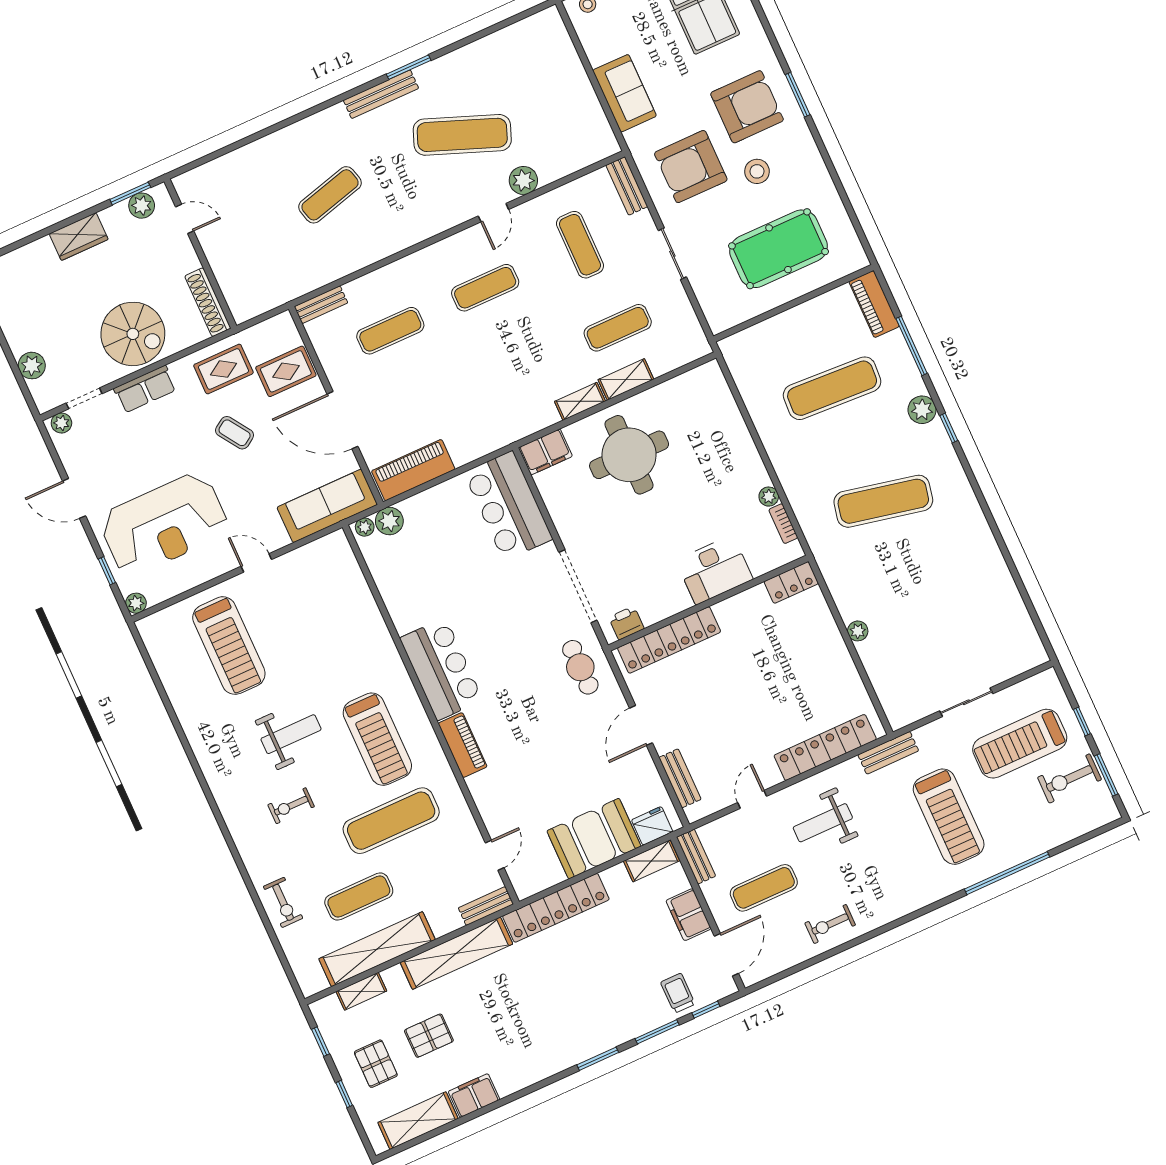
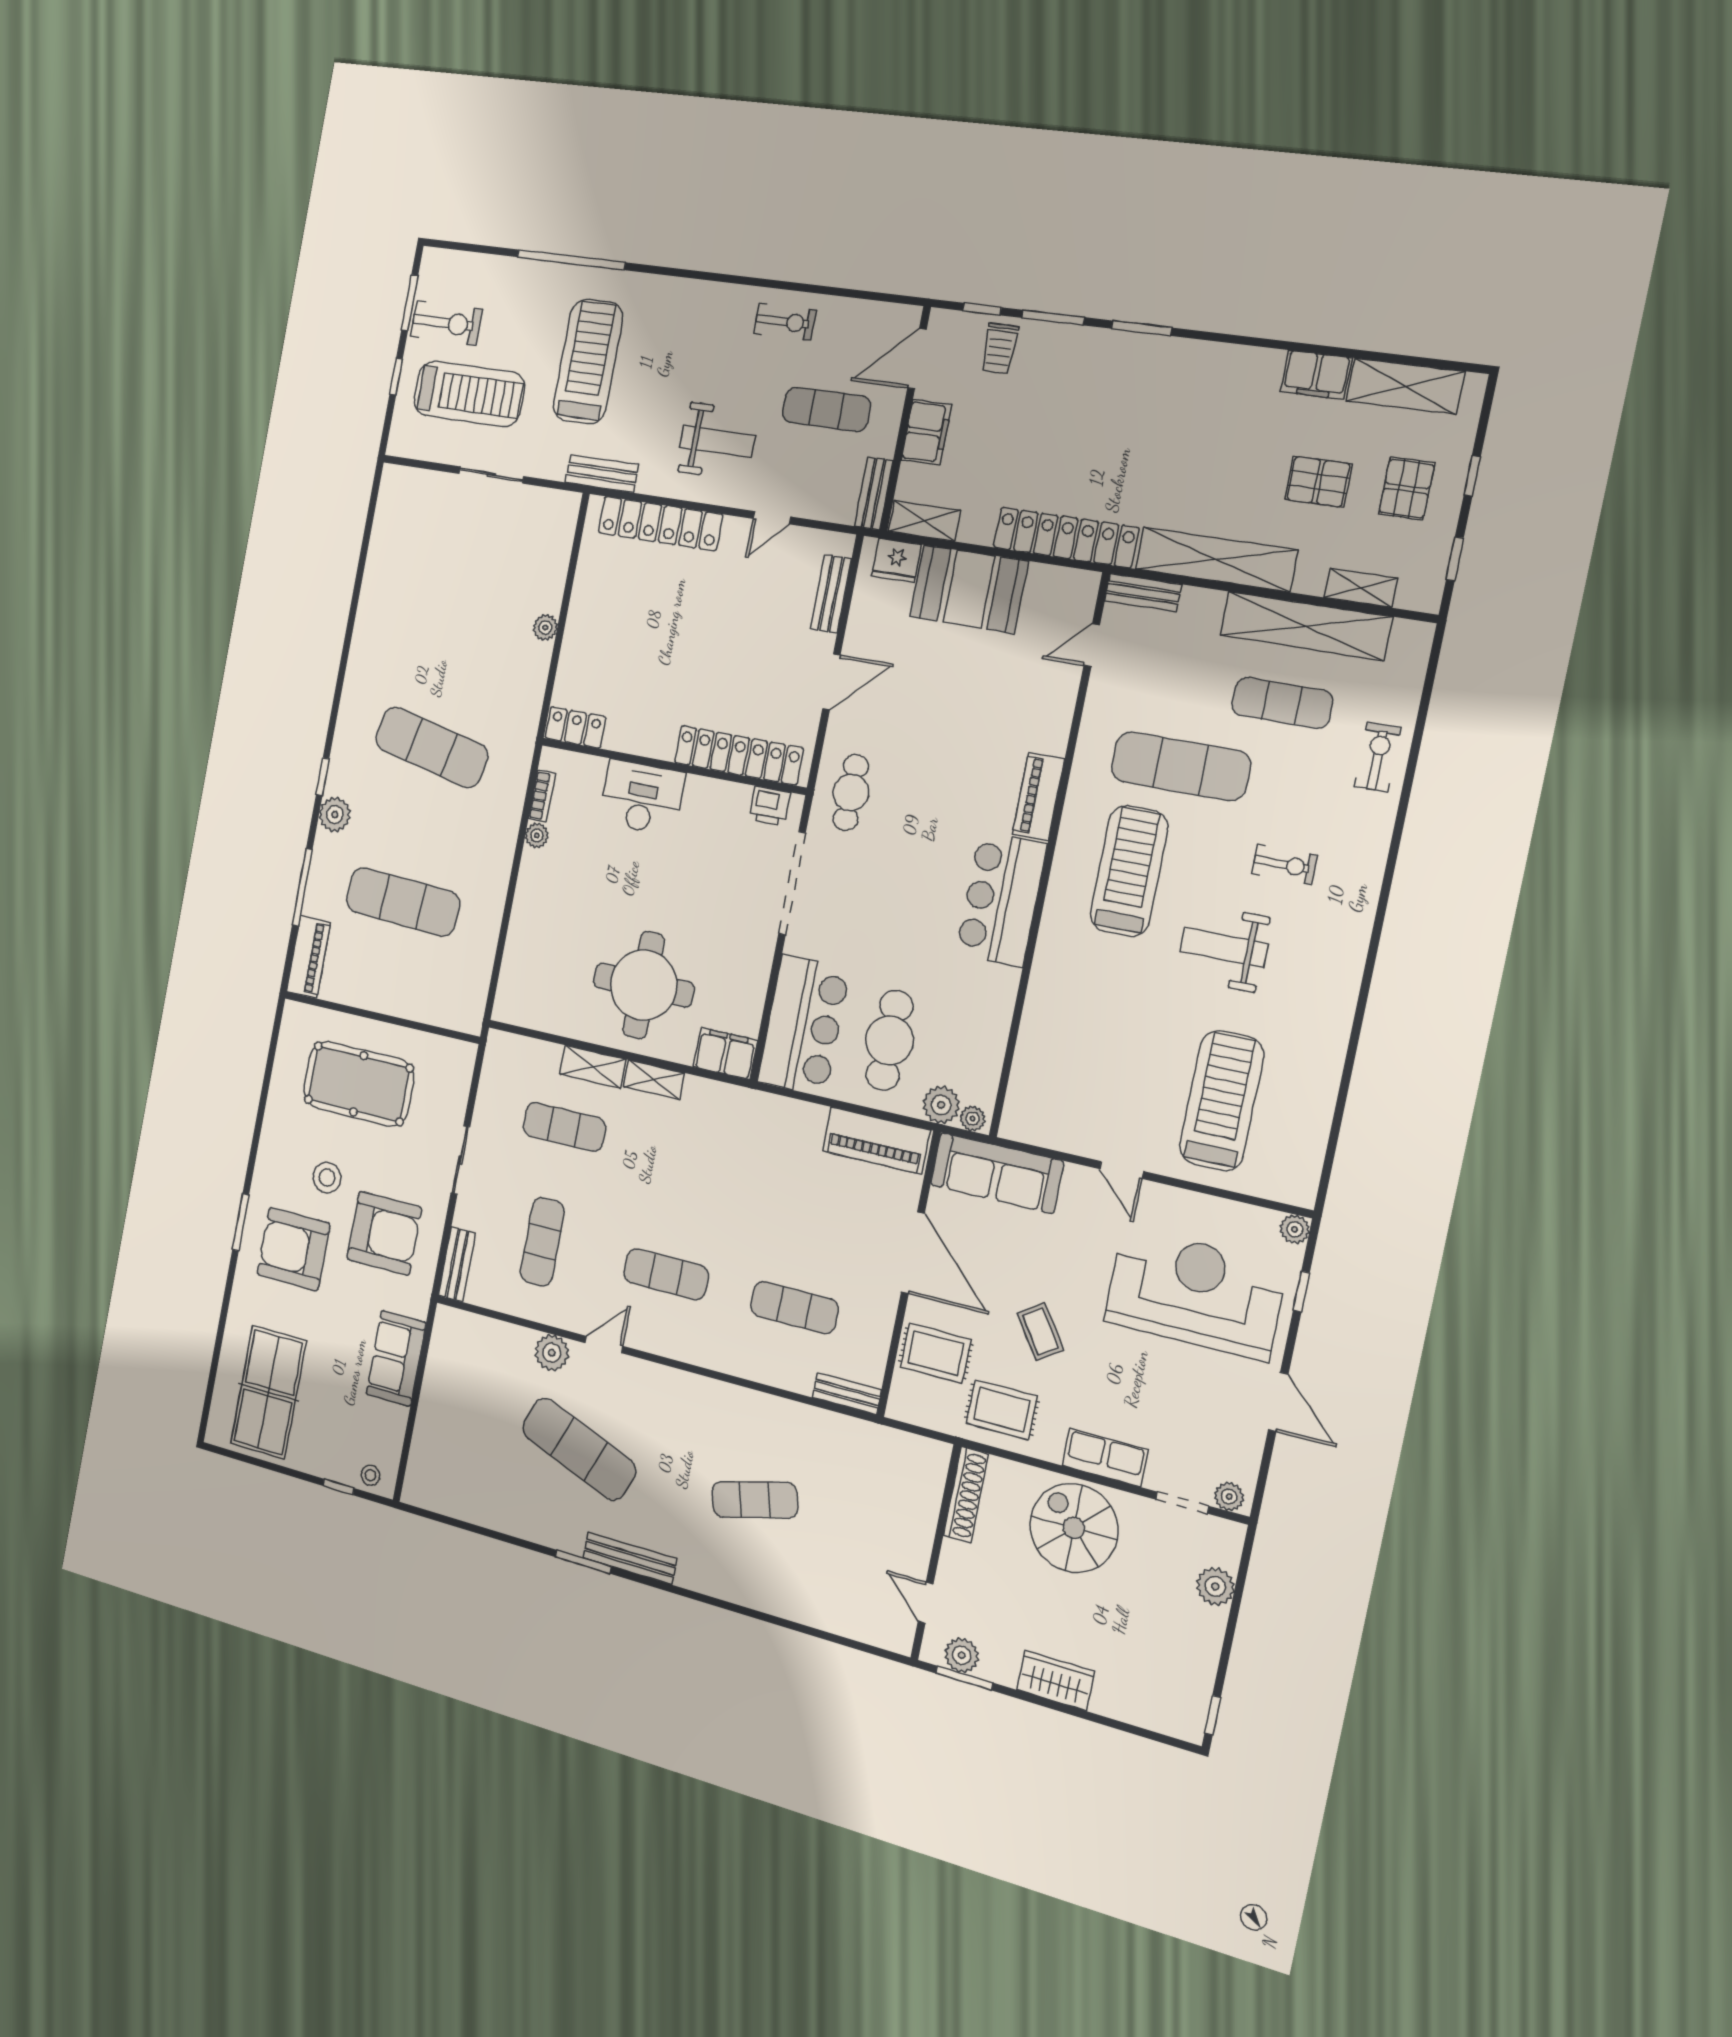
cafe table: (448, 536) -> (889, 1040), added

